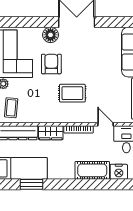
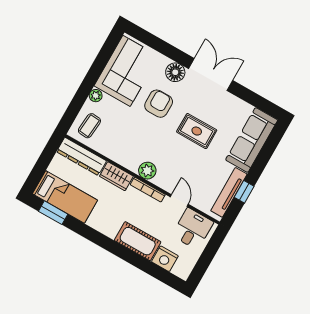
rug: (72, 93) -> (197, 131), moved
plant: (70, 116) -> (147, 171), added
window: (32, 184) -> (53, 213), moved

